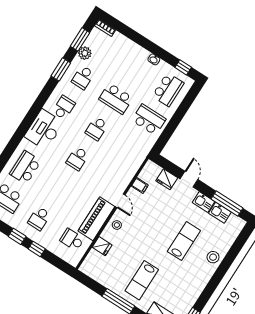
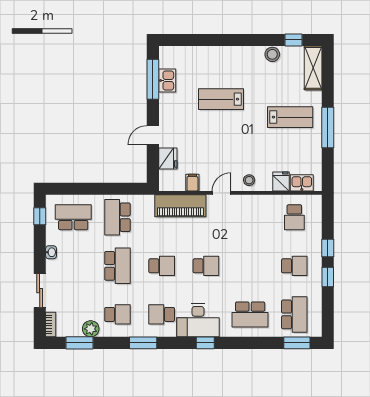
sliding door: (133, 35) -> (40, 291), added
window: (61, 69) -> (143, 343), moved
window: (26, 125) -> (205, 343), added
kitchen sink: (204, 202) -> (302, 183), moved, turned -90
piano: (96, 219) -> (180, 206), moved
stool: (213, 257) -> (272, 54), moved

